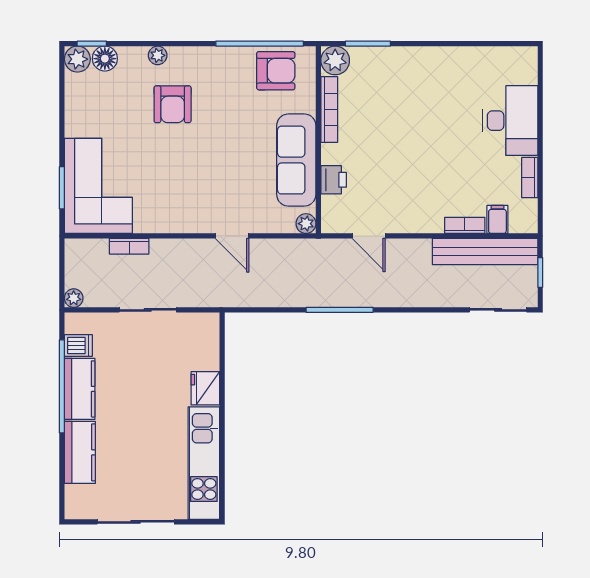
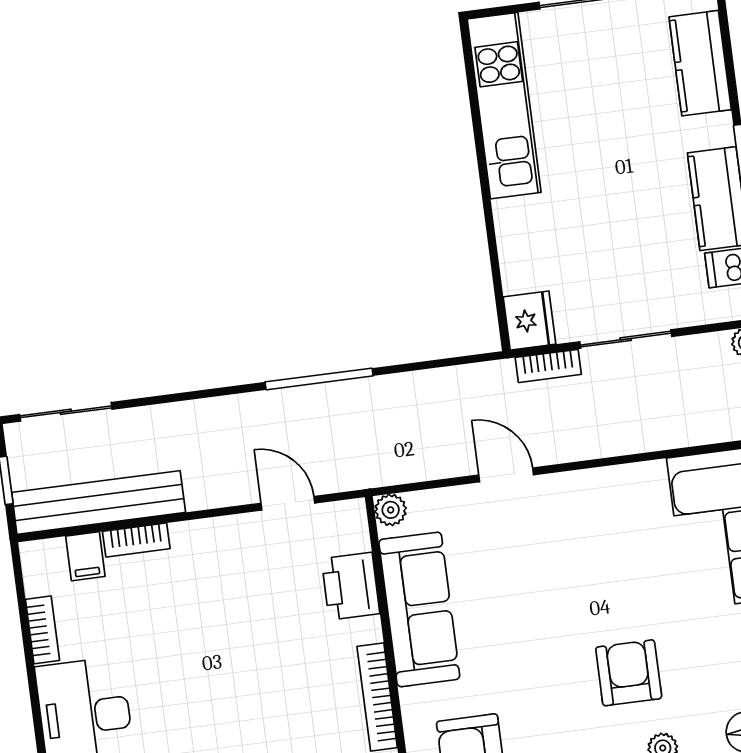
printer: (334, 180) -> (351, 586), width x1.36, depth x1.24
bookcase: (129, 246) -> (548, 366), moved, turned 180
fridge: (205, 388) -> (530, 321), moved
kitchen counter: (80, 452) -> (700, 63), moved

